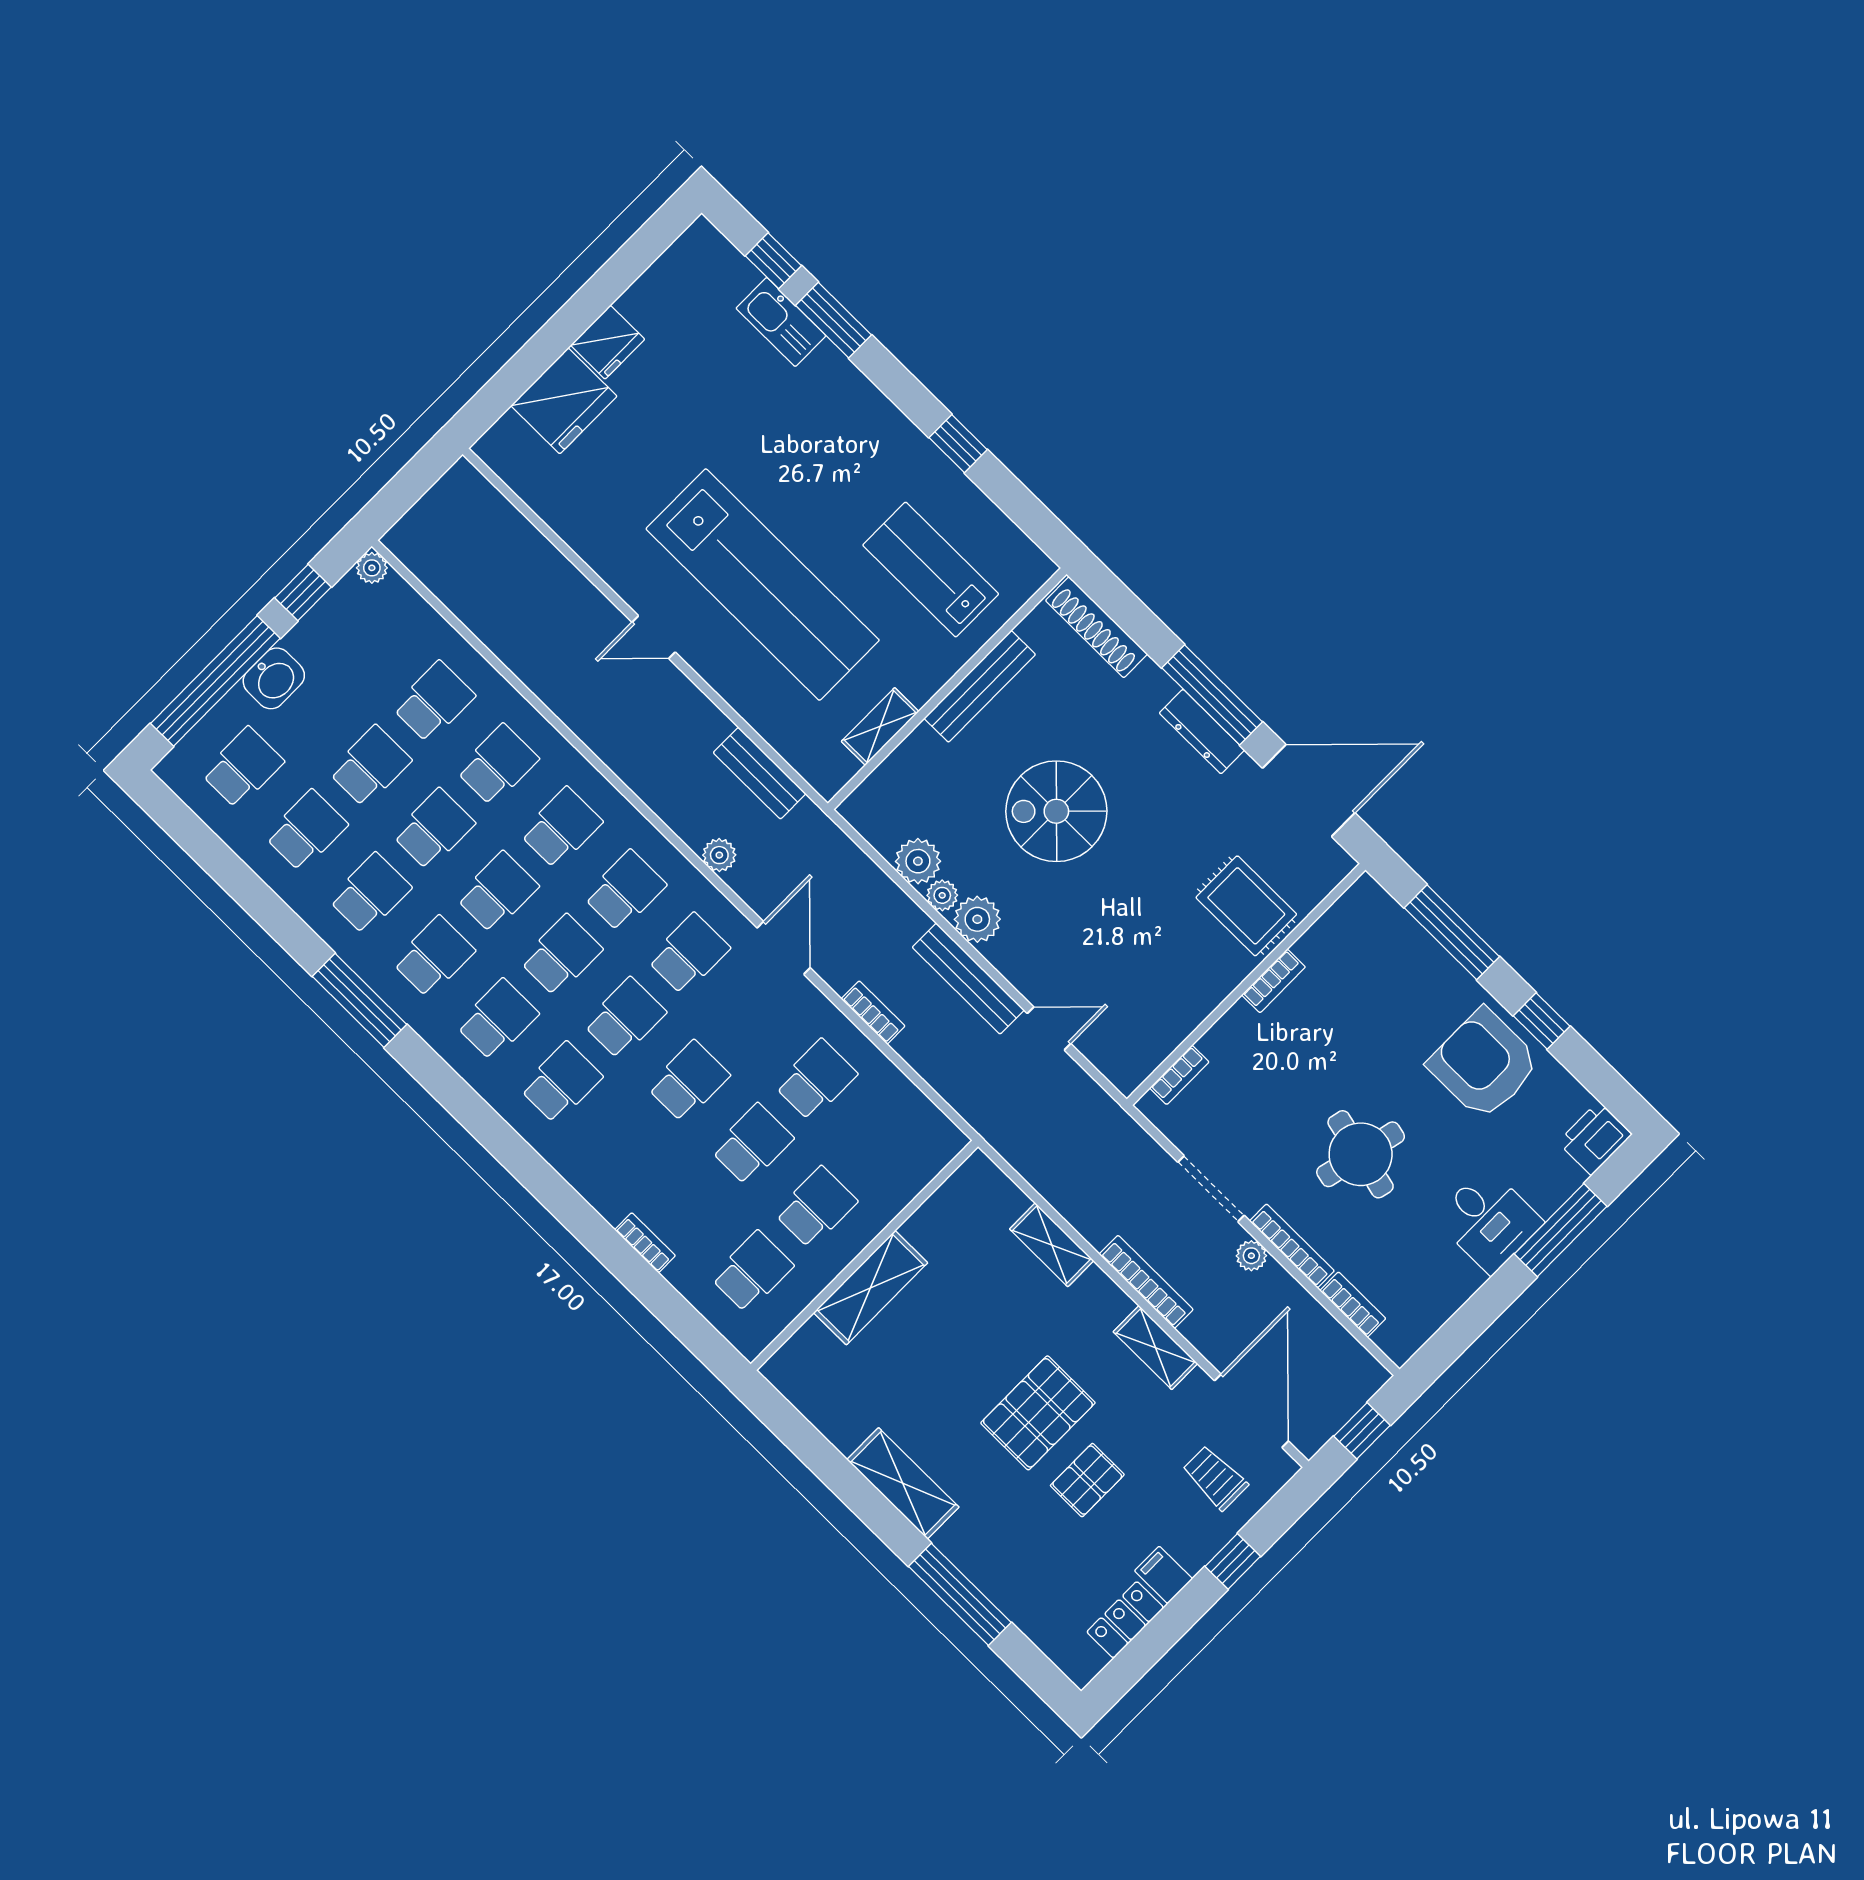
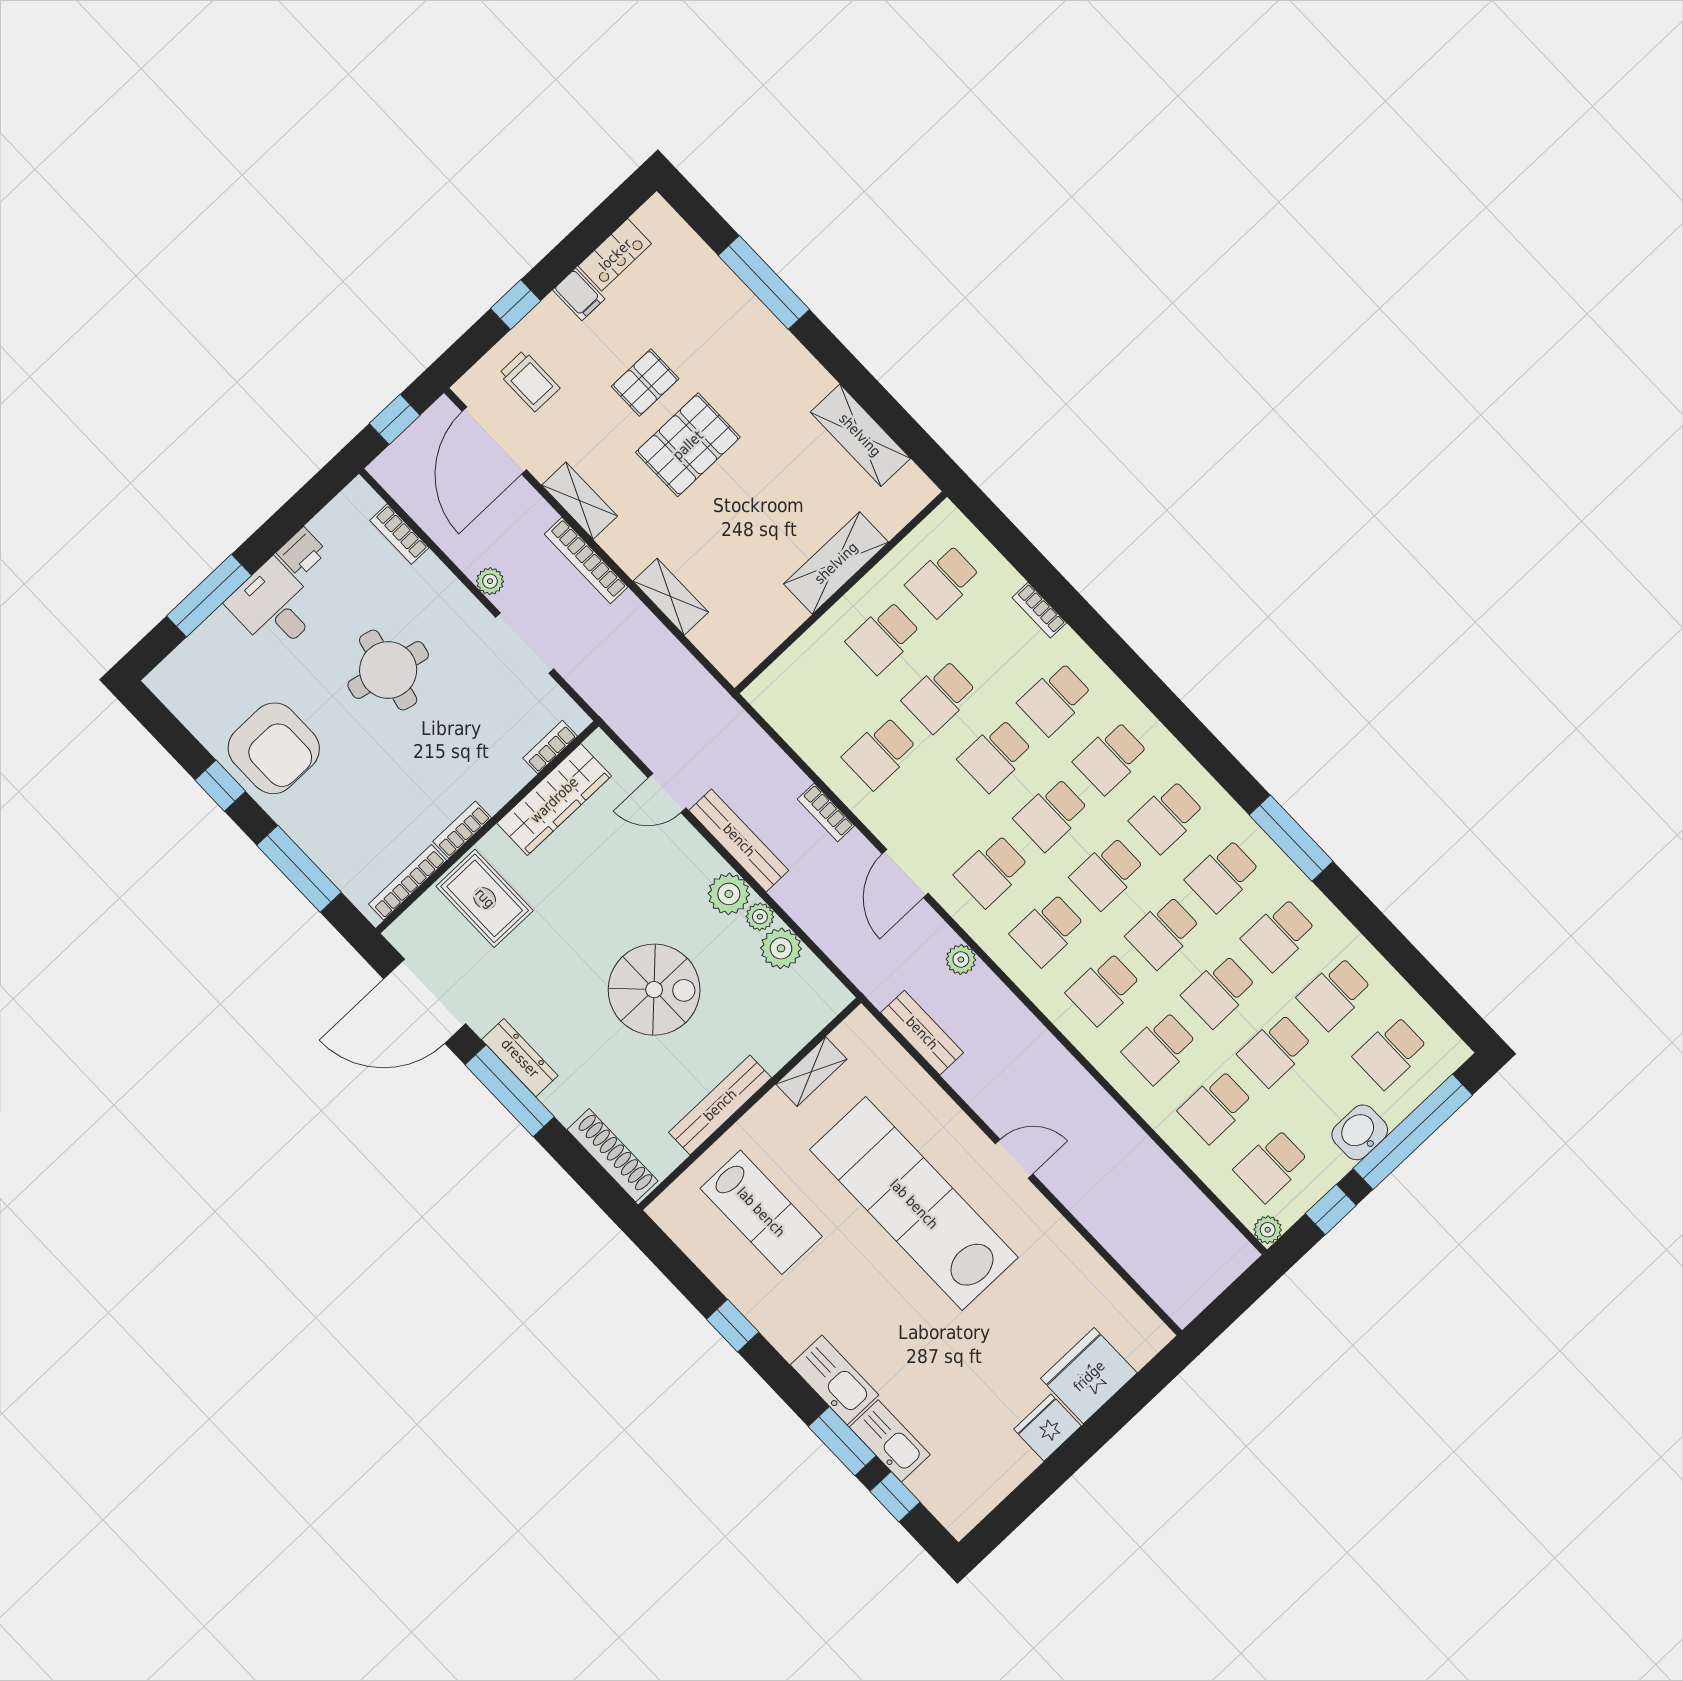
kitchen sink: (844, 387) -> (834, 1380), added
school desk: (370, 639) -> (1271, 1166), added
wardrobe: (1173, 1017) -> (554, 800), added
printer: (1595, 1138) -> (302, 552), moved, width x0.73, depth x0.81
school desk: (625, 1146) -> (1055, 699), added
bookcase: (1292, 1246) -> (408, 882), moved, turned 90
shelving: (903, 1483) -> (860, 435), moved

